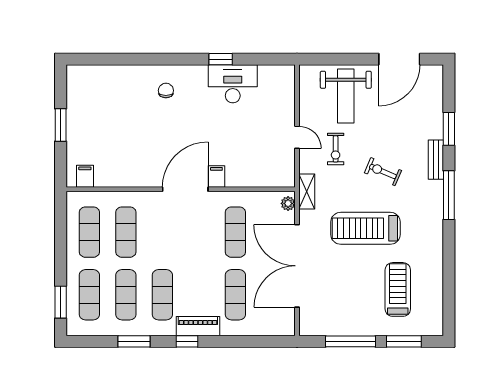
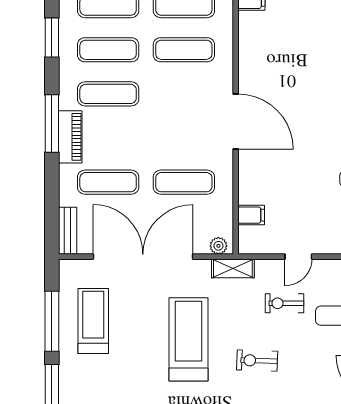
exercise bike: (383, 172) -> (257, 361), turned -111
filing cabinet: (216, 176) -> (251, 215), moved
treadmill: (398, 289) -> (93, 321), moved, turned -90
bench: (276, 328) -> (68, 231), added
window: (134, 341) -> (52, 38), moved
window: (187, 341) -> (52, 124), width x2.17

